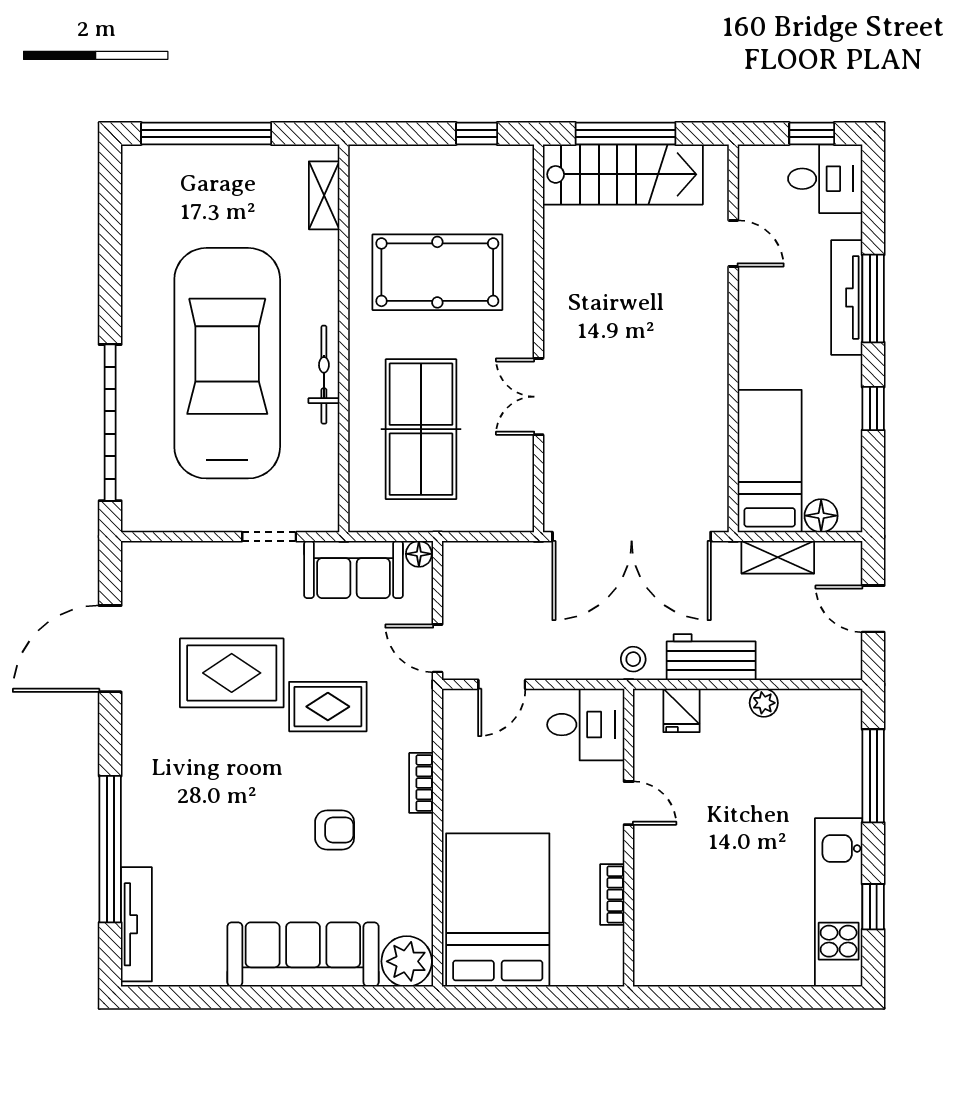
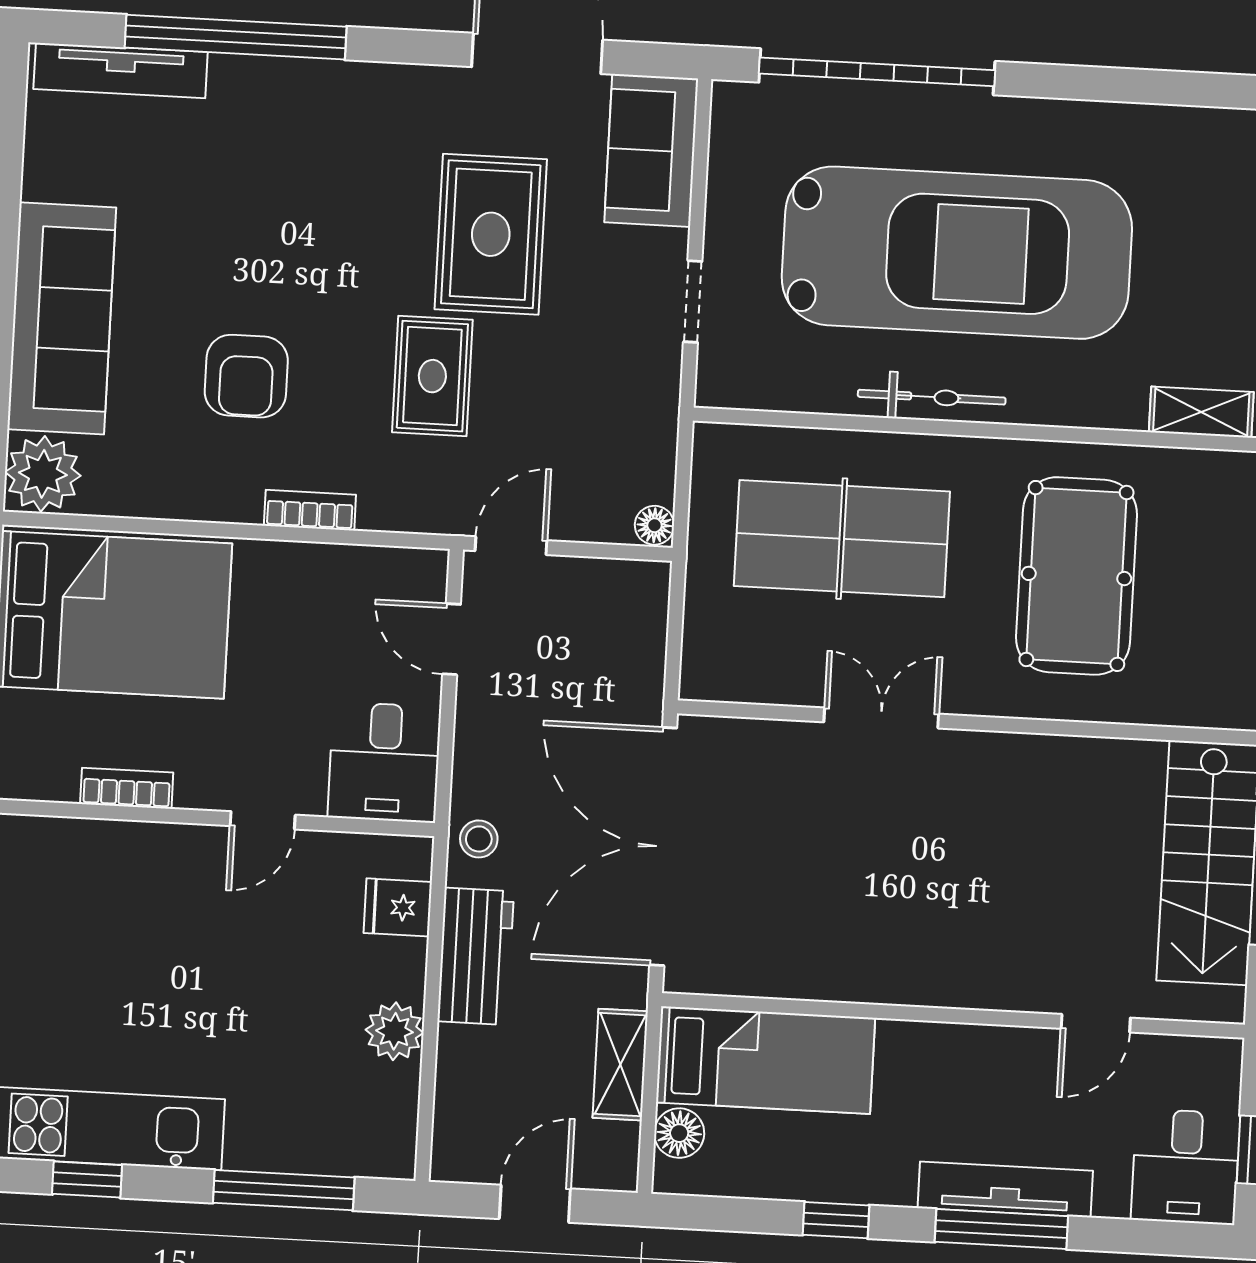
sofa: (354, 569) -> (651, 150), moved
plant: (764, 703) -> (395, 1031), width x1.38, depth x1.38
armchair: (335, 830) -> (246, 376), width x1.38, depth x1.38

